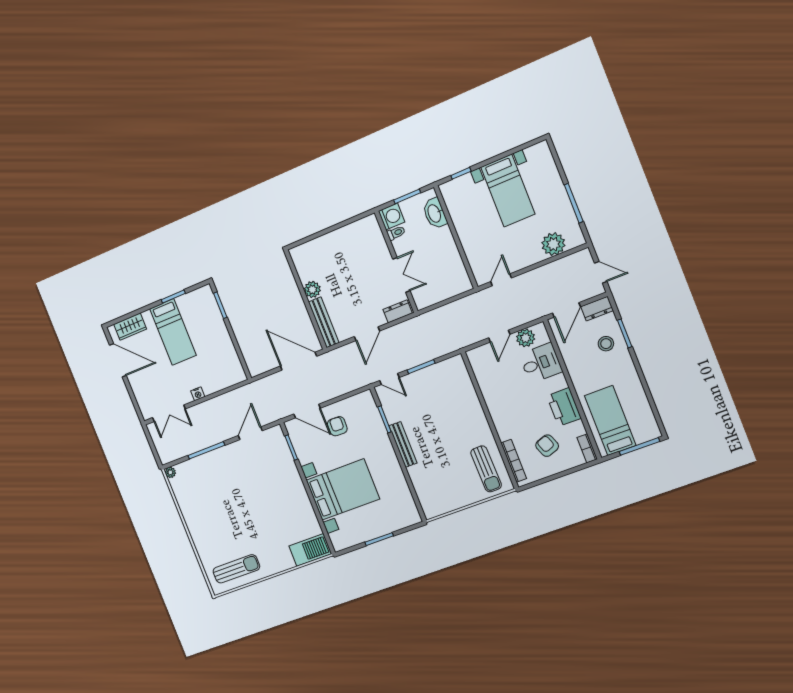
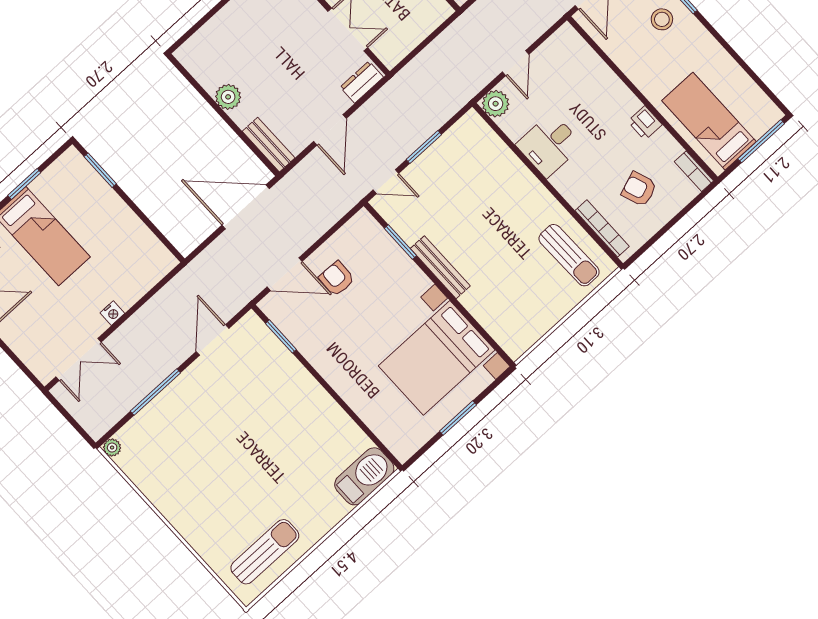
bench: (324, 322) -> (269, 145), width x0.73
plant: (526, 338) -> (496, 104), moved
desk: (541, 363) -> (549, 145), moved, turned 180
printer: (564, 407) -> (645, 123), width x0.53, depth x0.68
bed with nightstands: (343, 490) -> (437, 358), moved, turned 180

